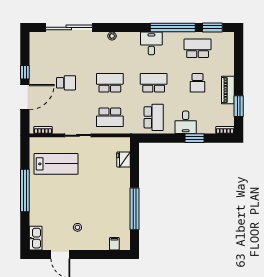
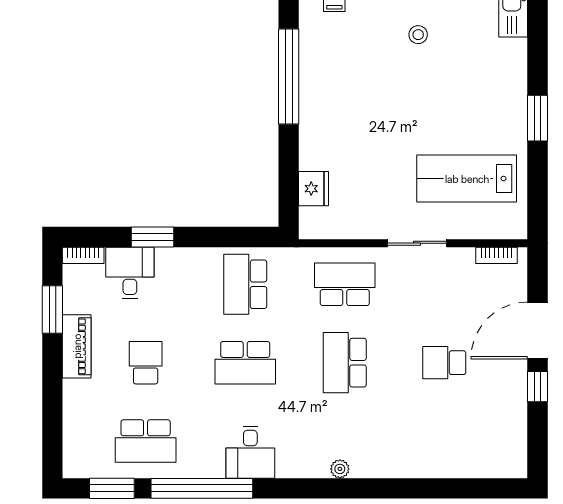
sliding door: (69, 27) -> (438, 488), removed
school desk: (110, 83) -> (345, 363), turned 90
desk: (186, 122) -> (130, 273), moved
window: (25, 191) -> (538, 118), width x0.47

